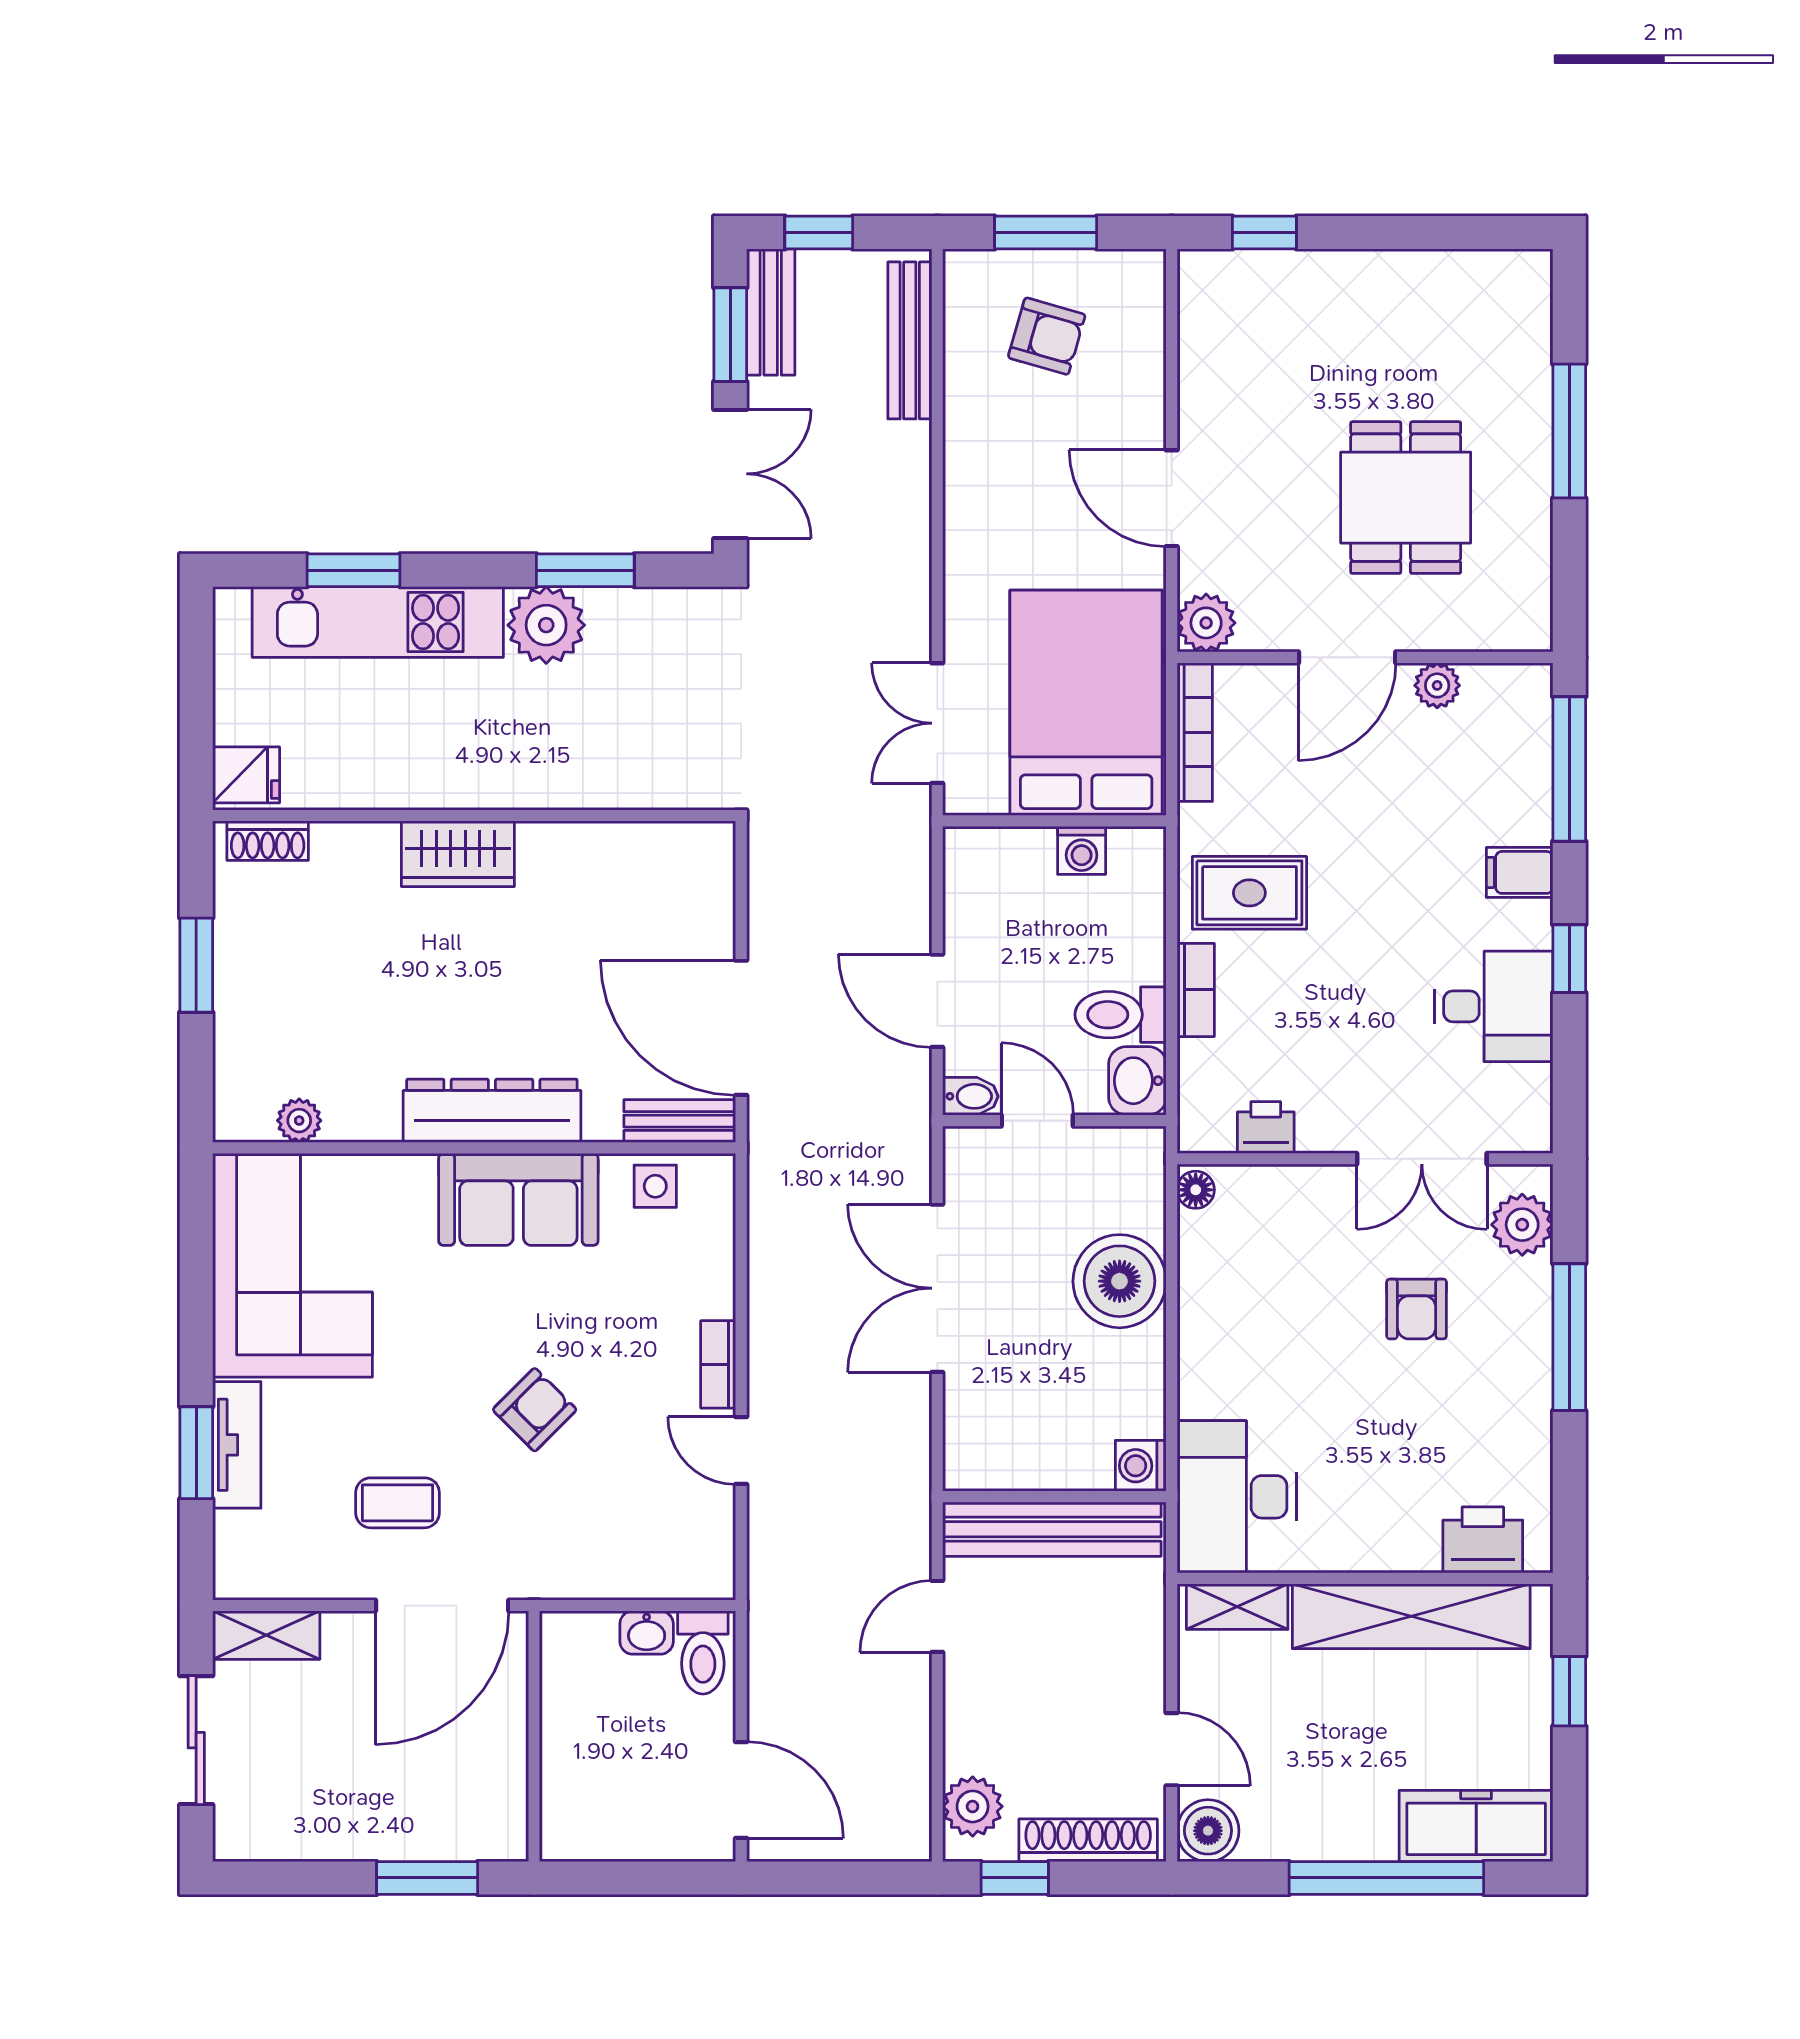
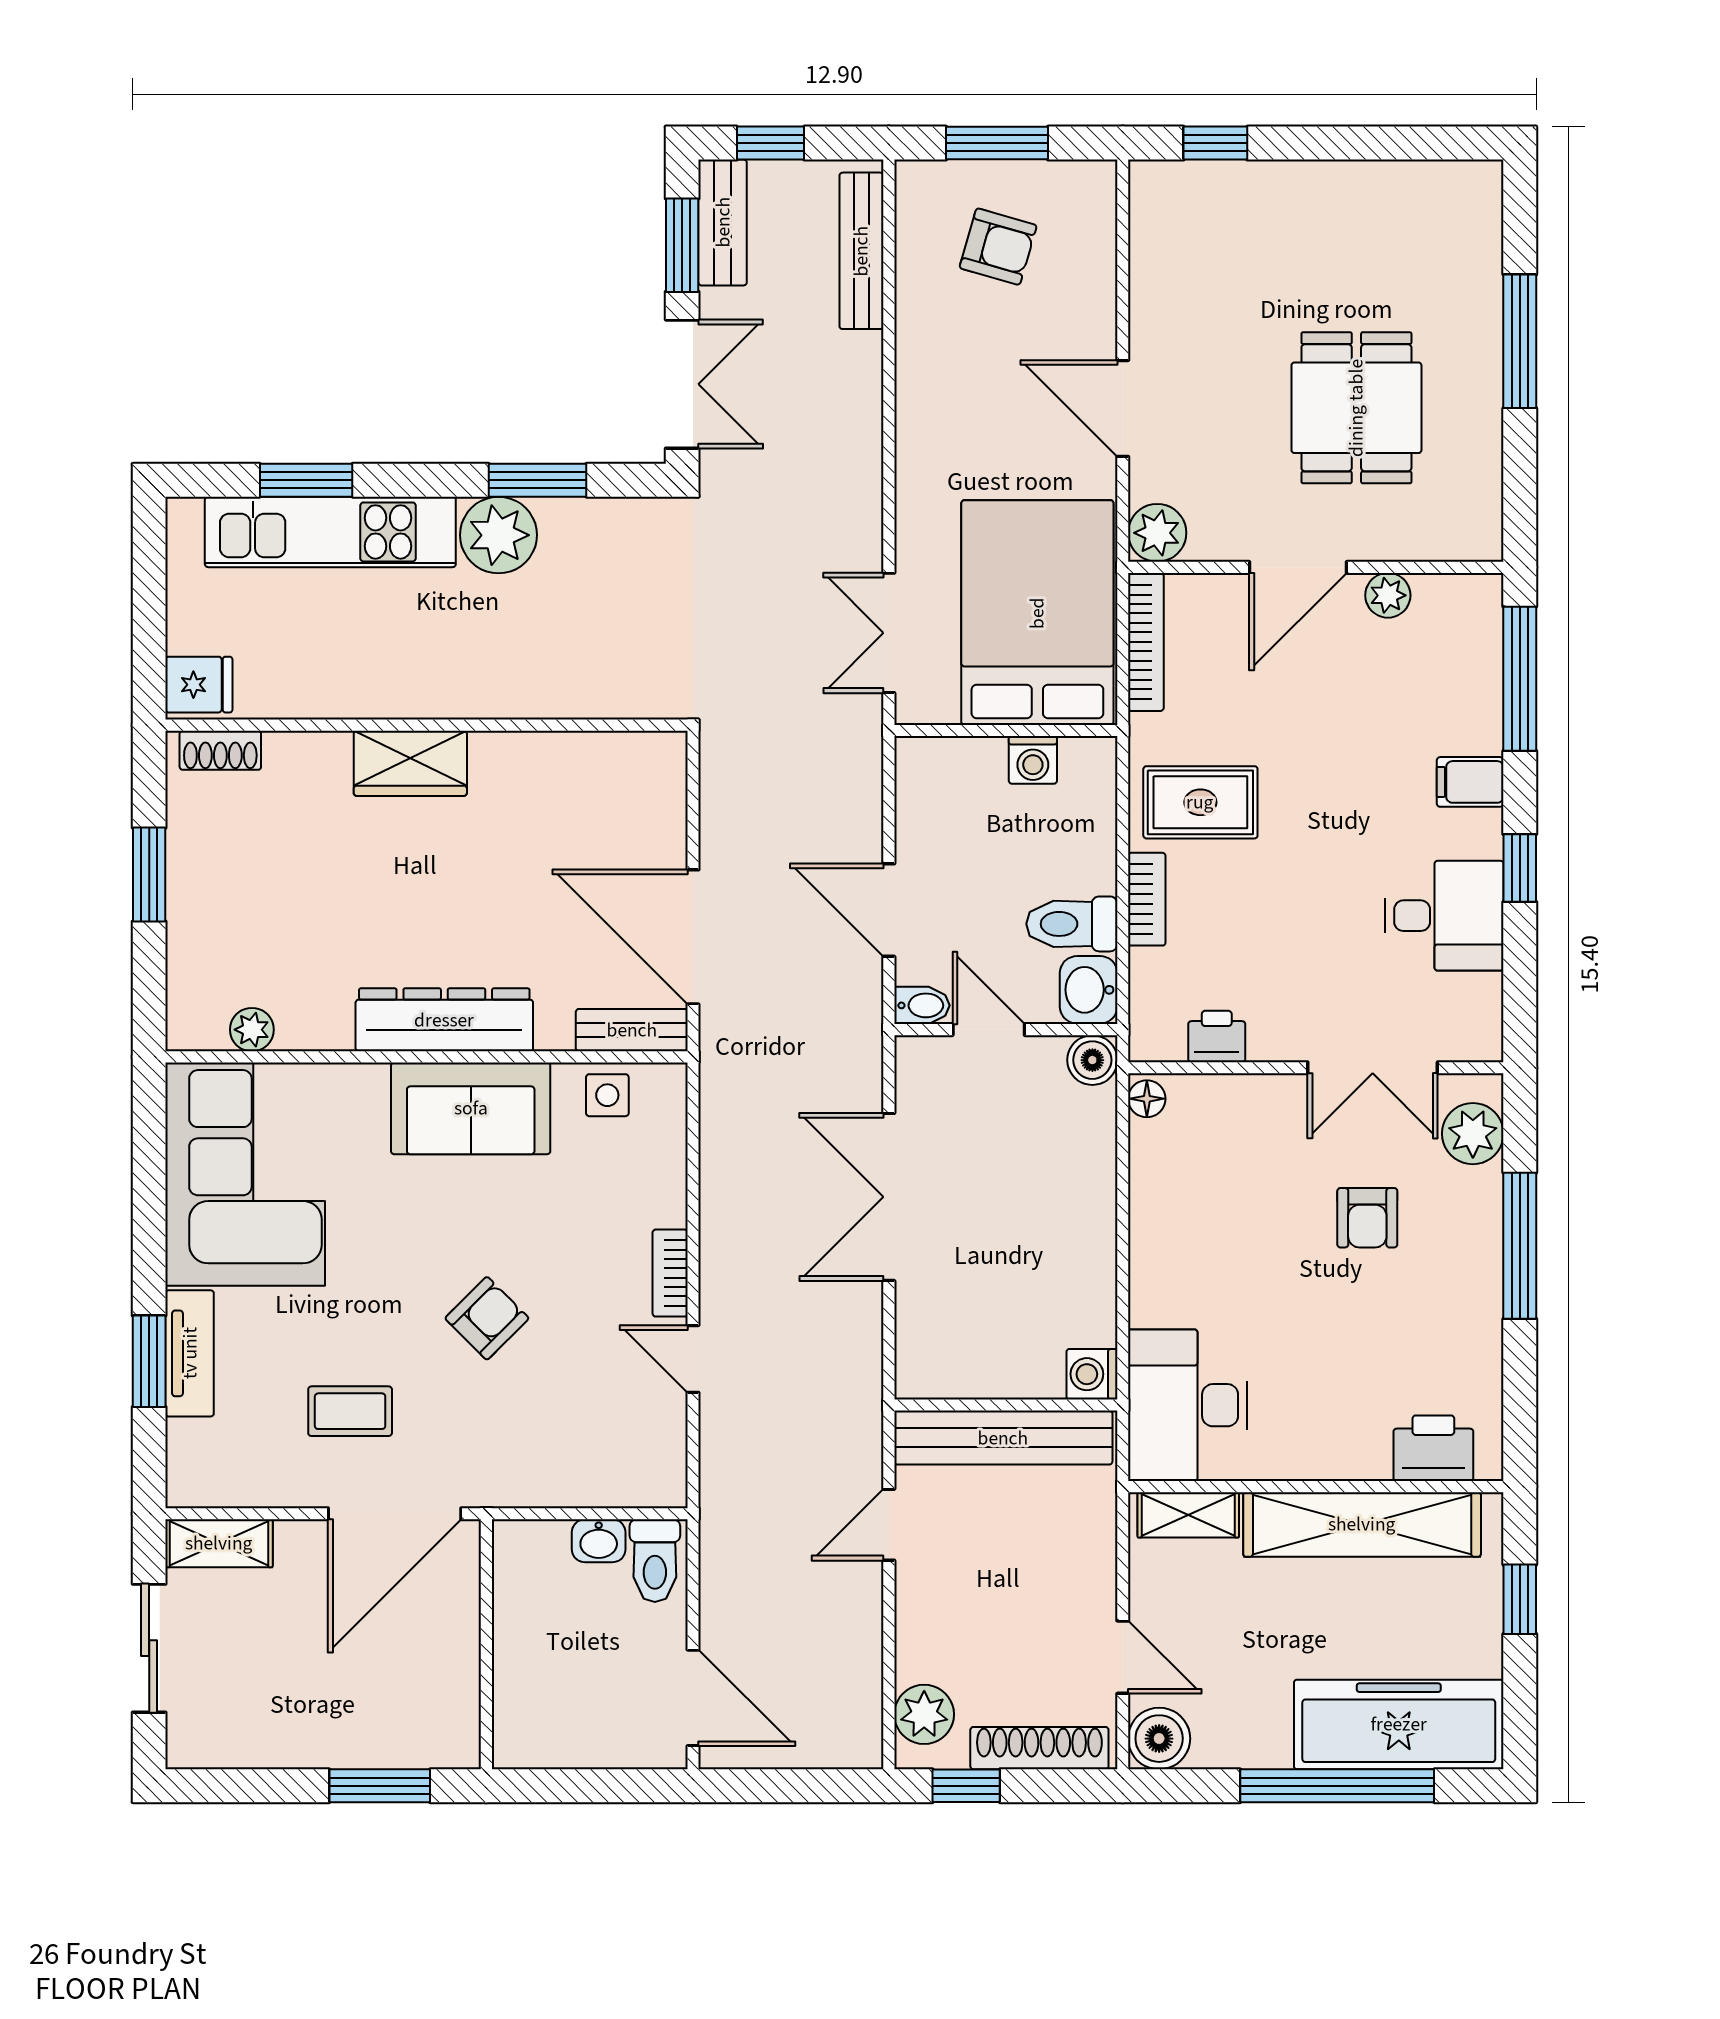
boiler: (1120, 1281) -> (1092, 1060), moved, width x0.54, depth x0.54
freezer: (1476, 1826) -> (1399, 1724), width x1.36, depth x1.26

